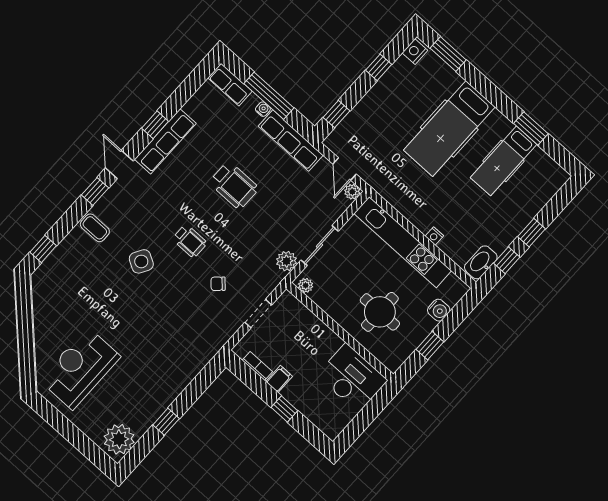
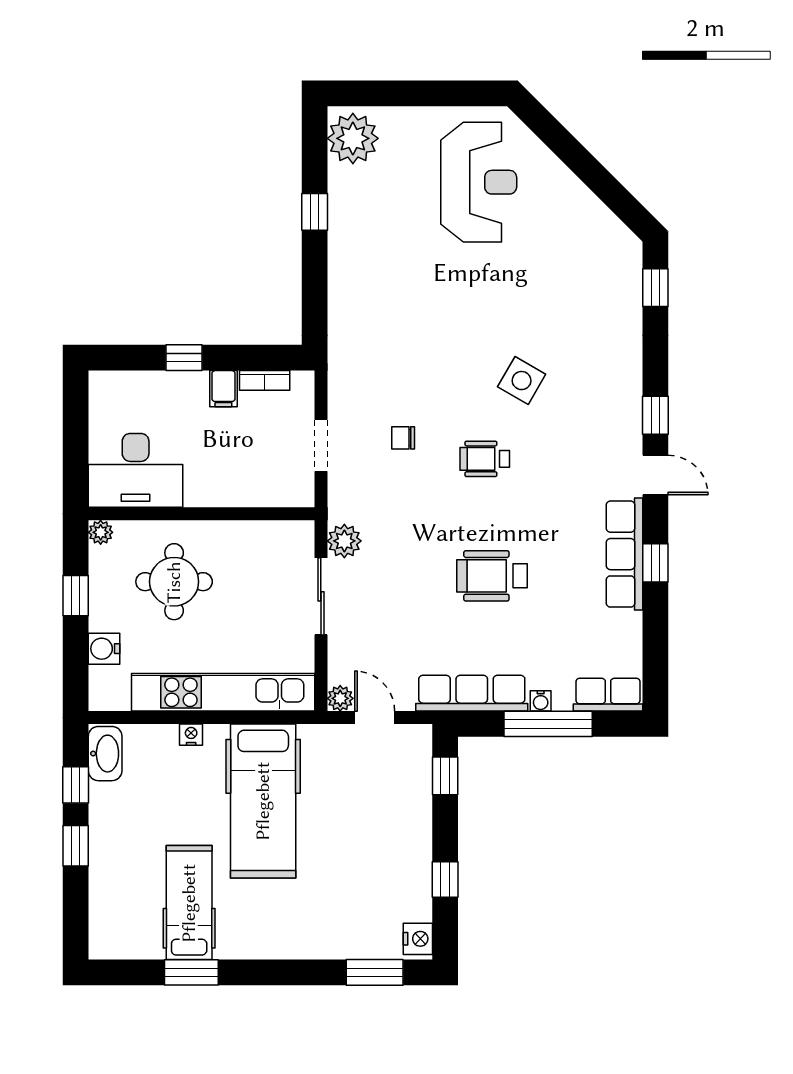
hospital bed: (449, 129) -> (263, 801), moved, turned 180
coffee table: (95, 228) -> (615, 370), removed
chair: (218, 284) -> (403, 438), turned -137
plant: (306, 285) -> (101, 532), moved

